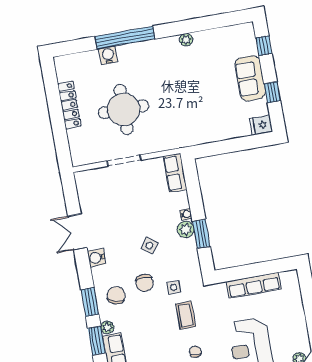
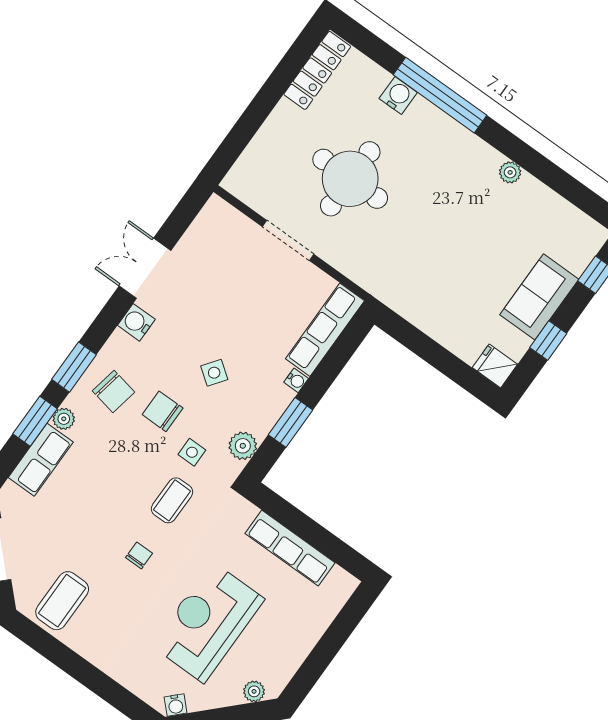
locker: (69, 105) -> (317, 70), moved
row of seats: (175, 173) -> (325, 330), width x1.48
plant: (186, 229) -> (243, 446), moved
chair: (145, 283) -> (163, 411), turned 90
chair: (116, 295) -> (114, 391), turned 85

